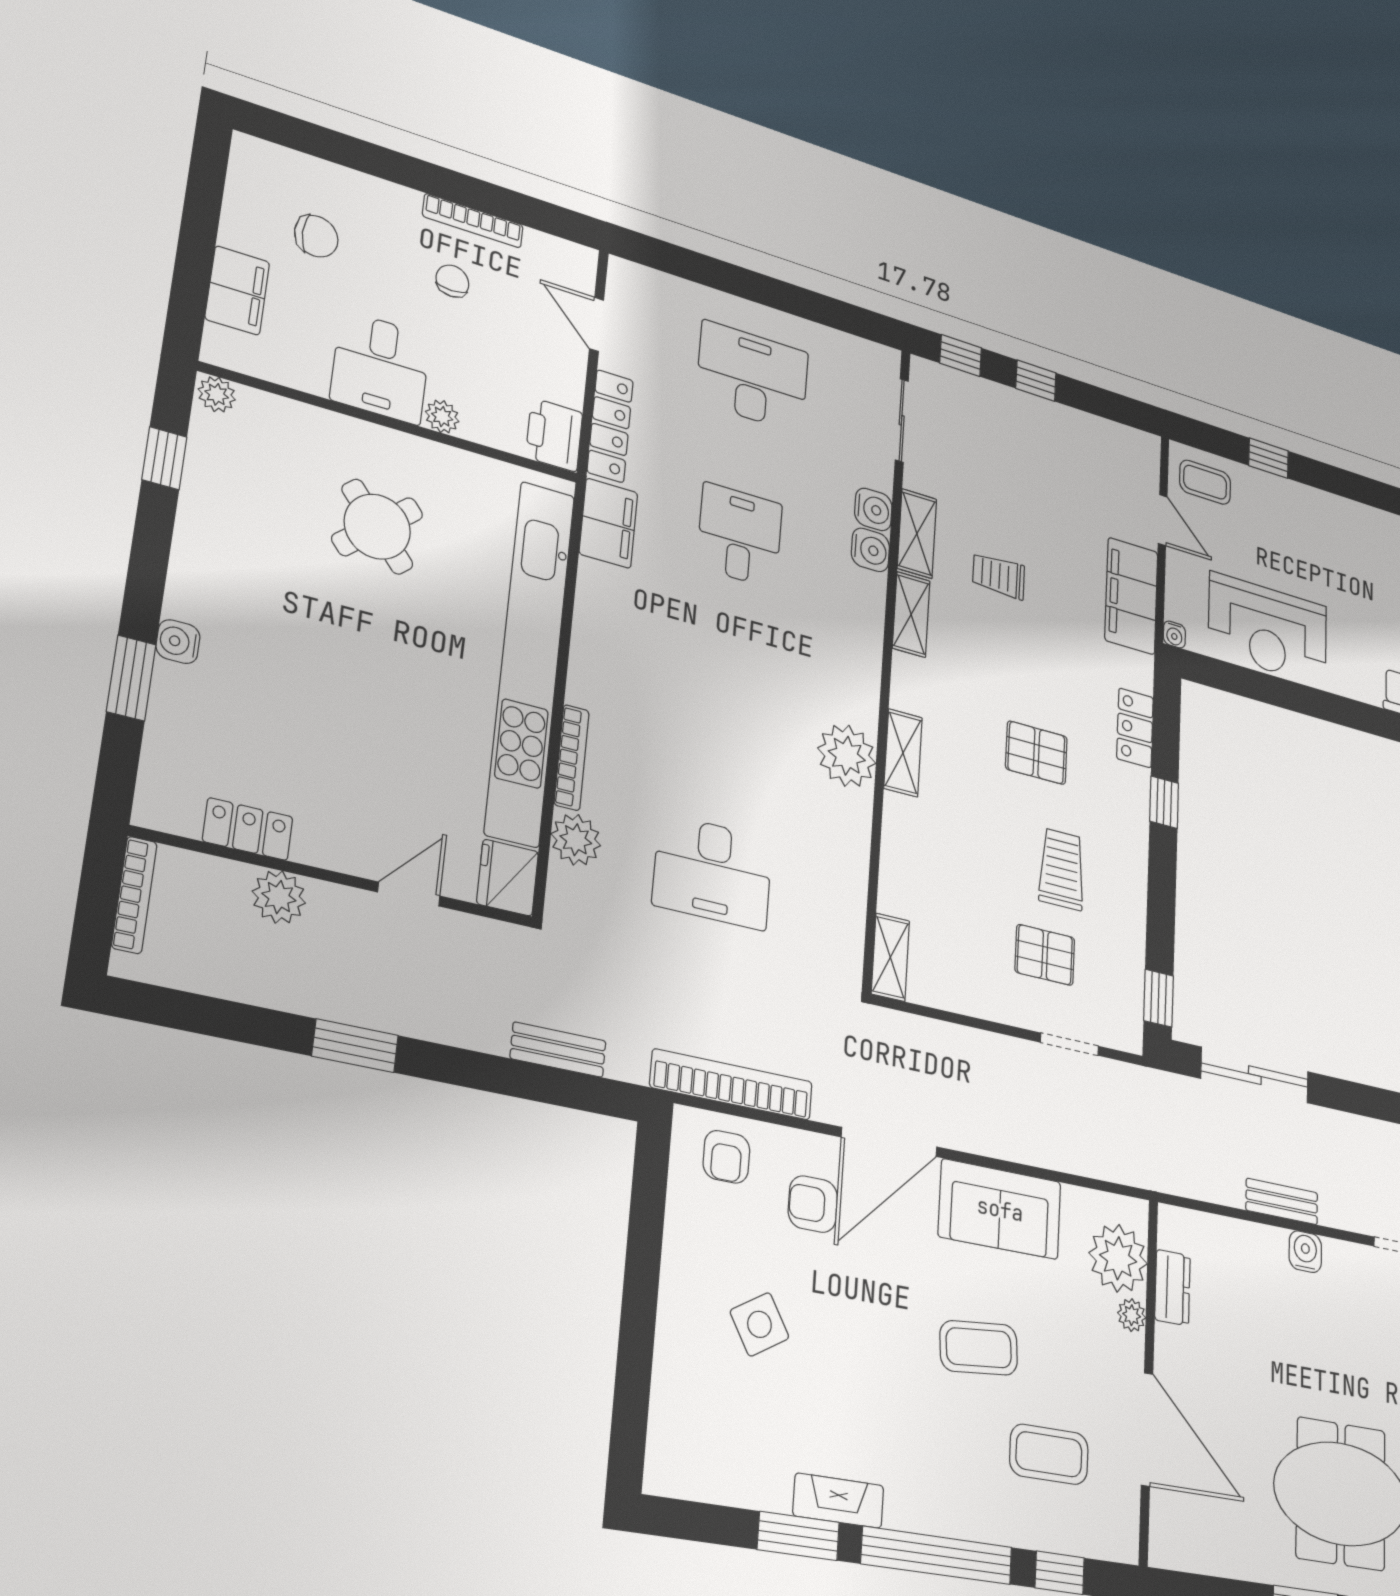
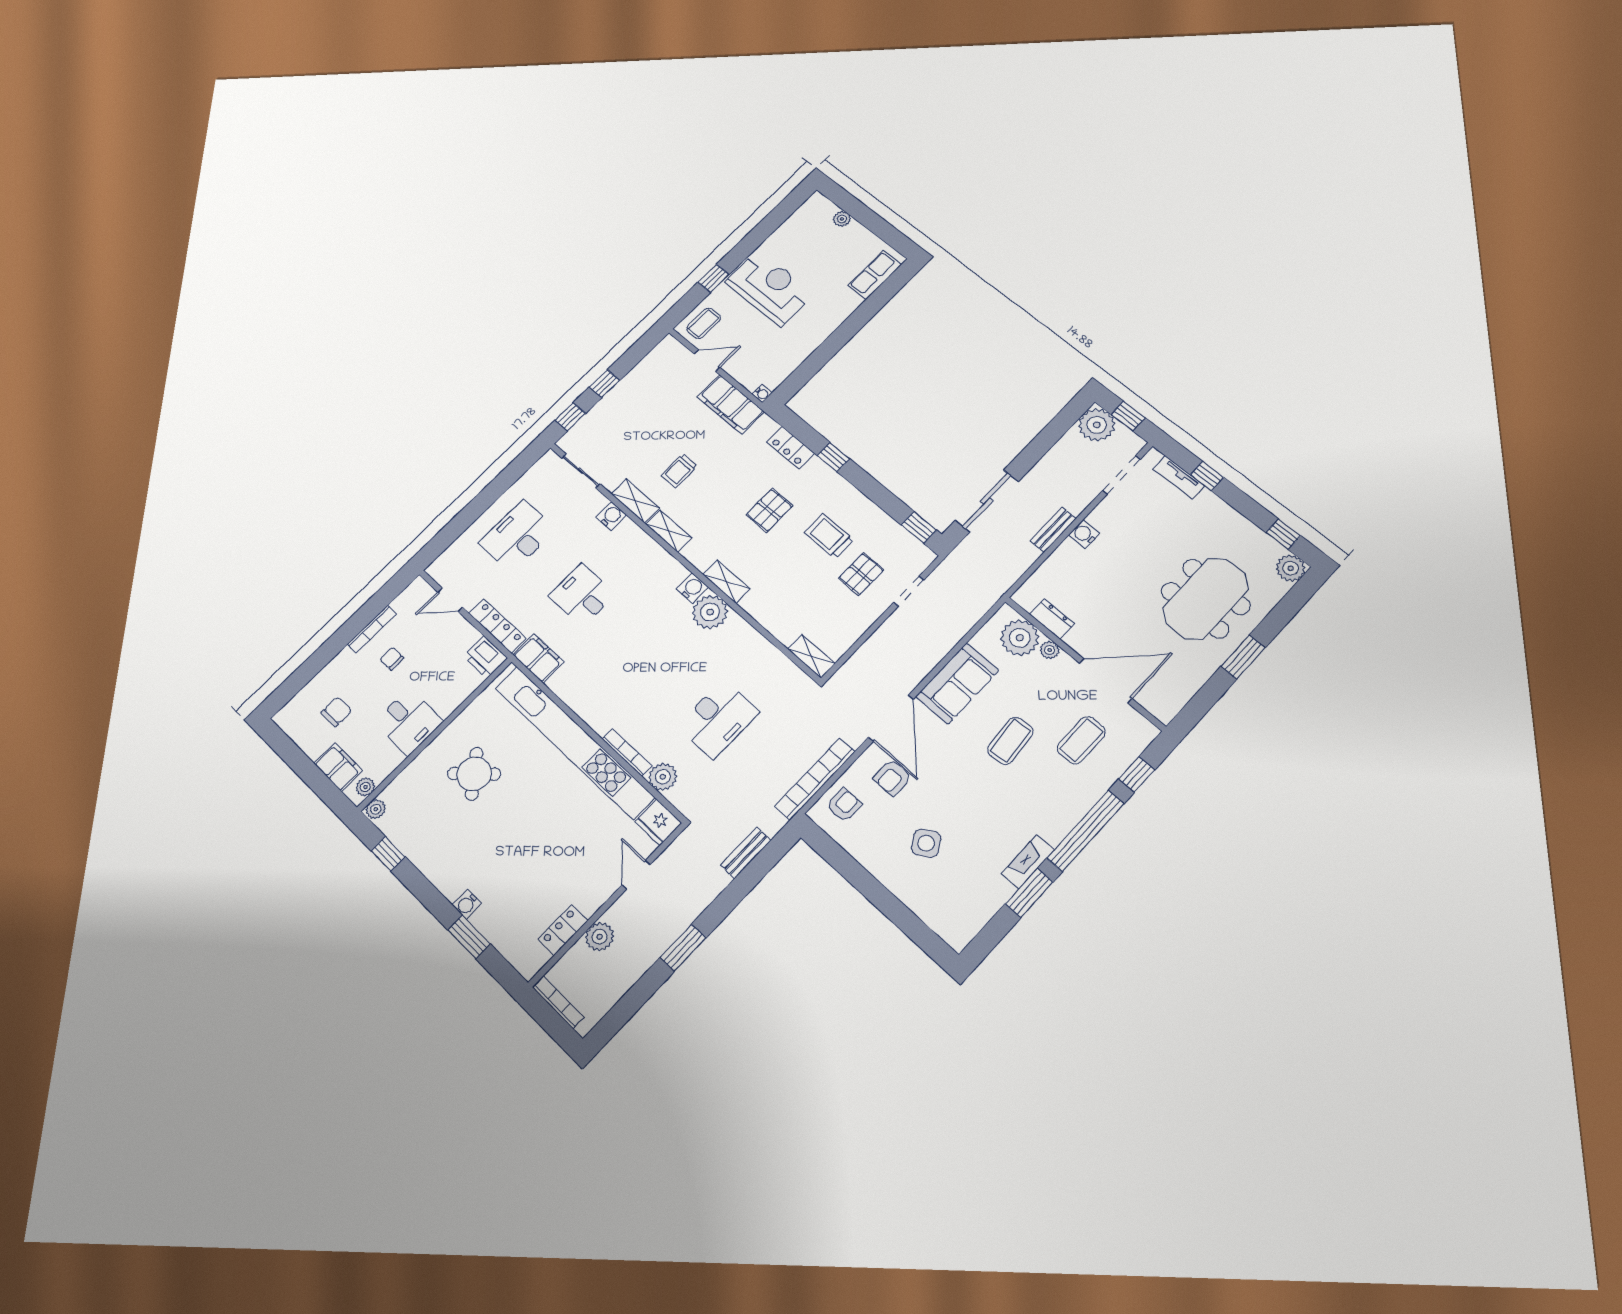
plant: (442, 417) -> (365, 787), moved
water cooler: (870, 550) -> (692, 588), moved
reception desk: (1268, 629) -> (770, 288), moved, turned -90
armchair: (726, 1157) -> (844, 805), turned -90

